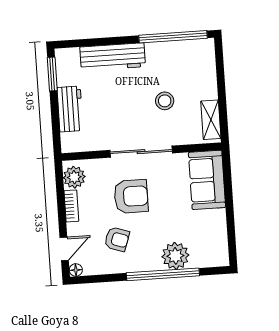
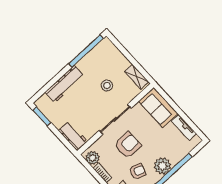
workbench: (70, 109) -> (73, 136), moved
tv unit: (219, 231) -> (184, 127), added
plant: (175, 256) -> (162, 166), moved

